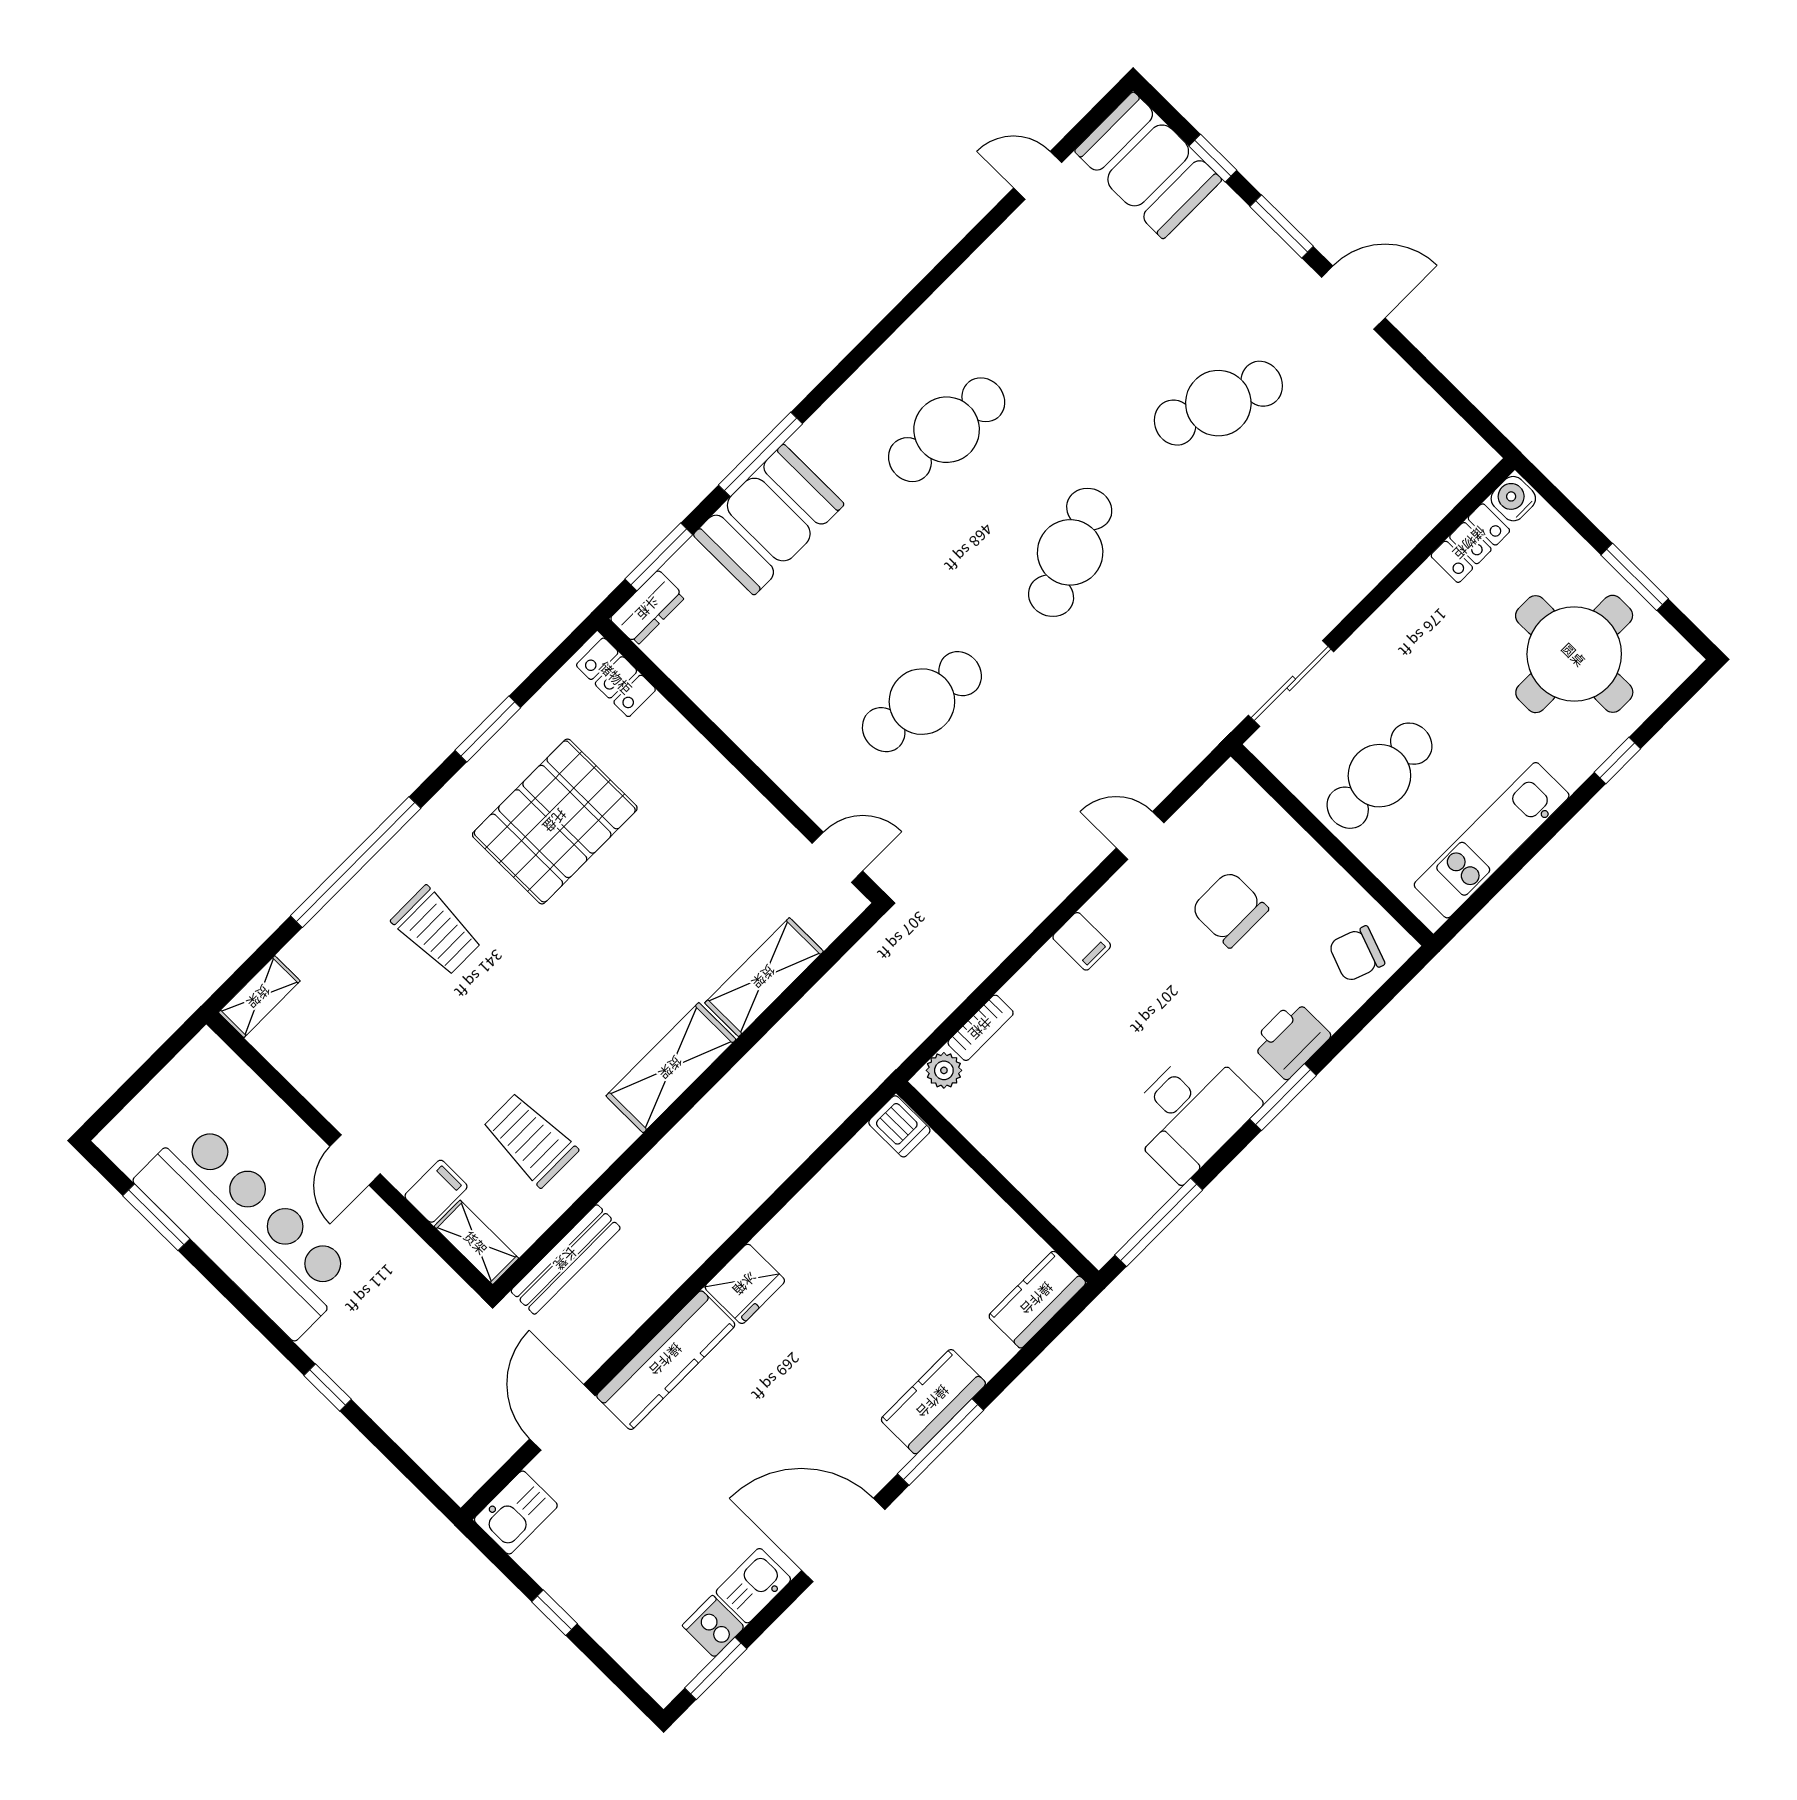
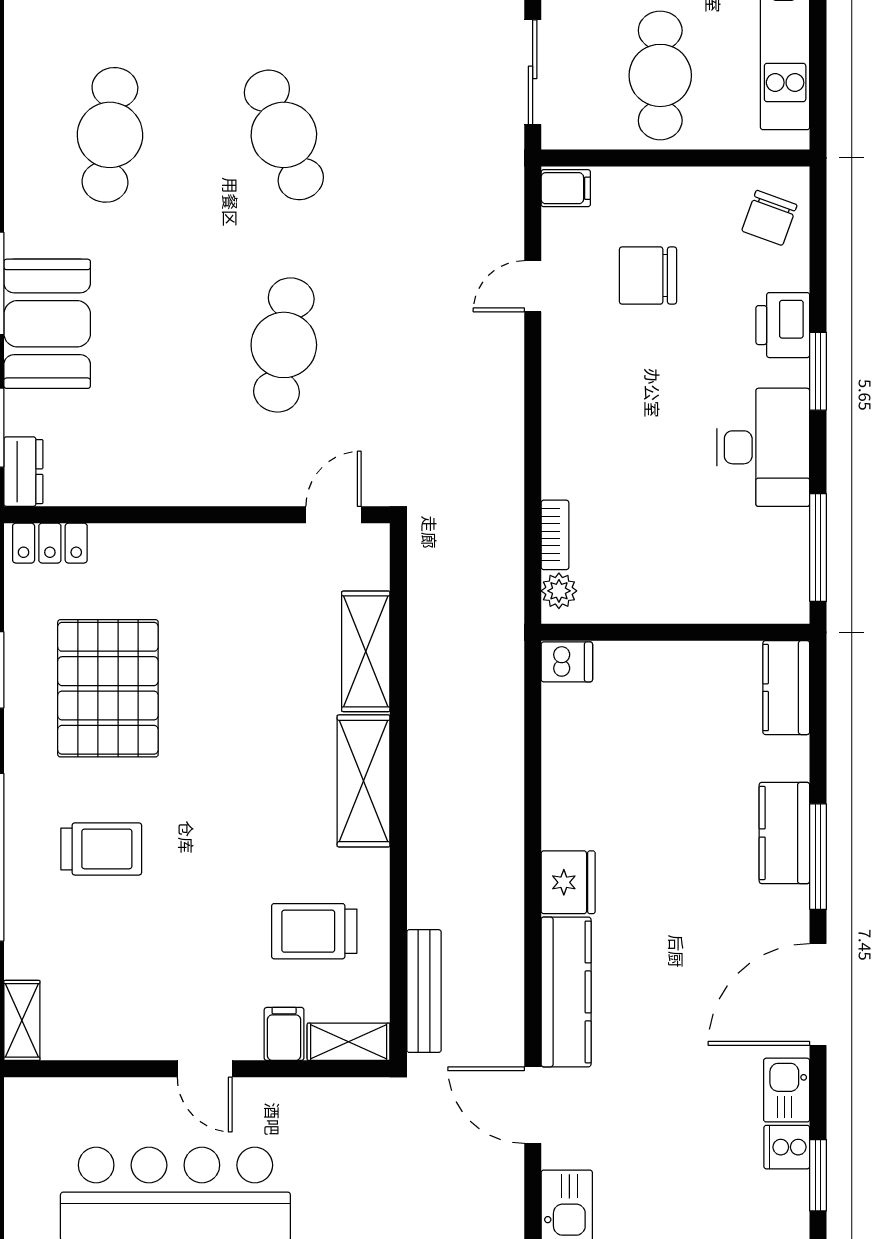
filing cabinet: (1082, 941) -> (566, 188), moved

